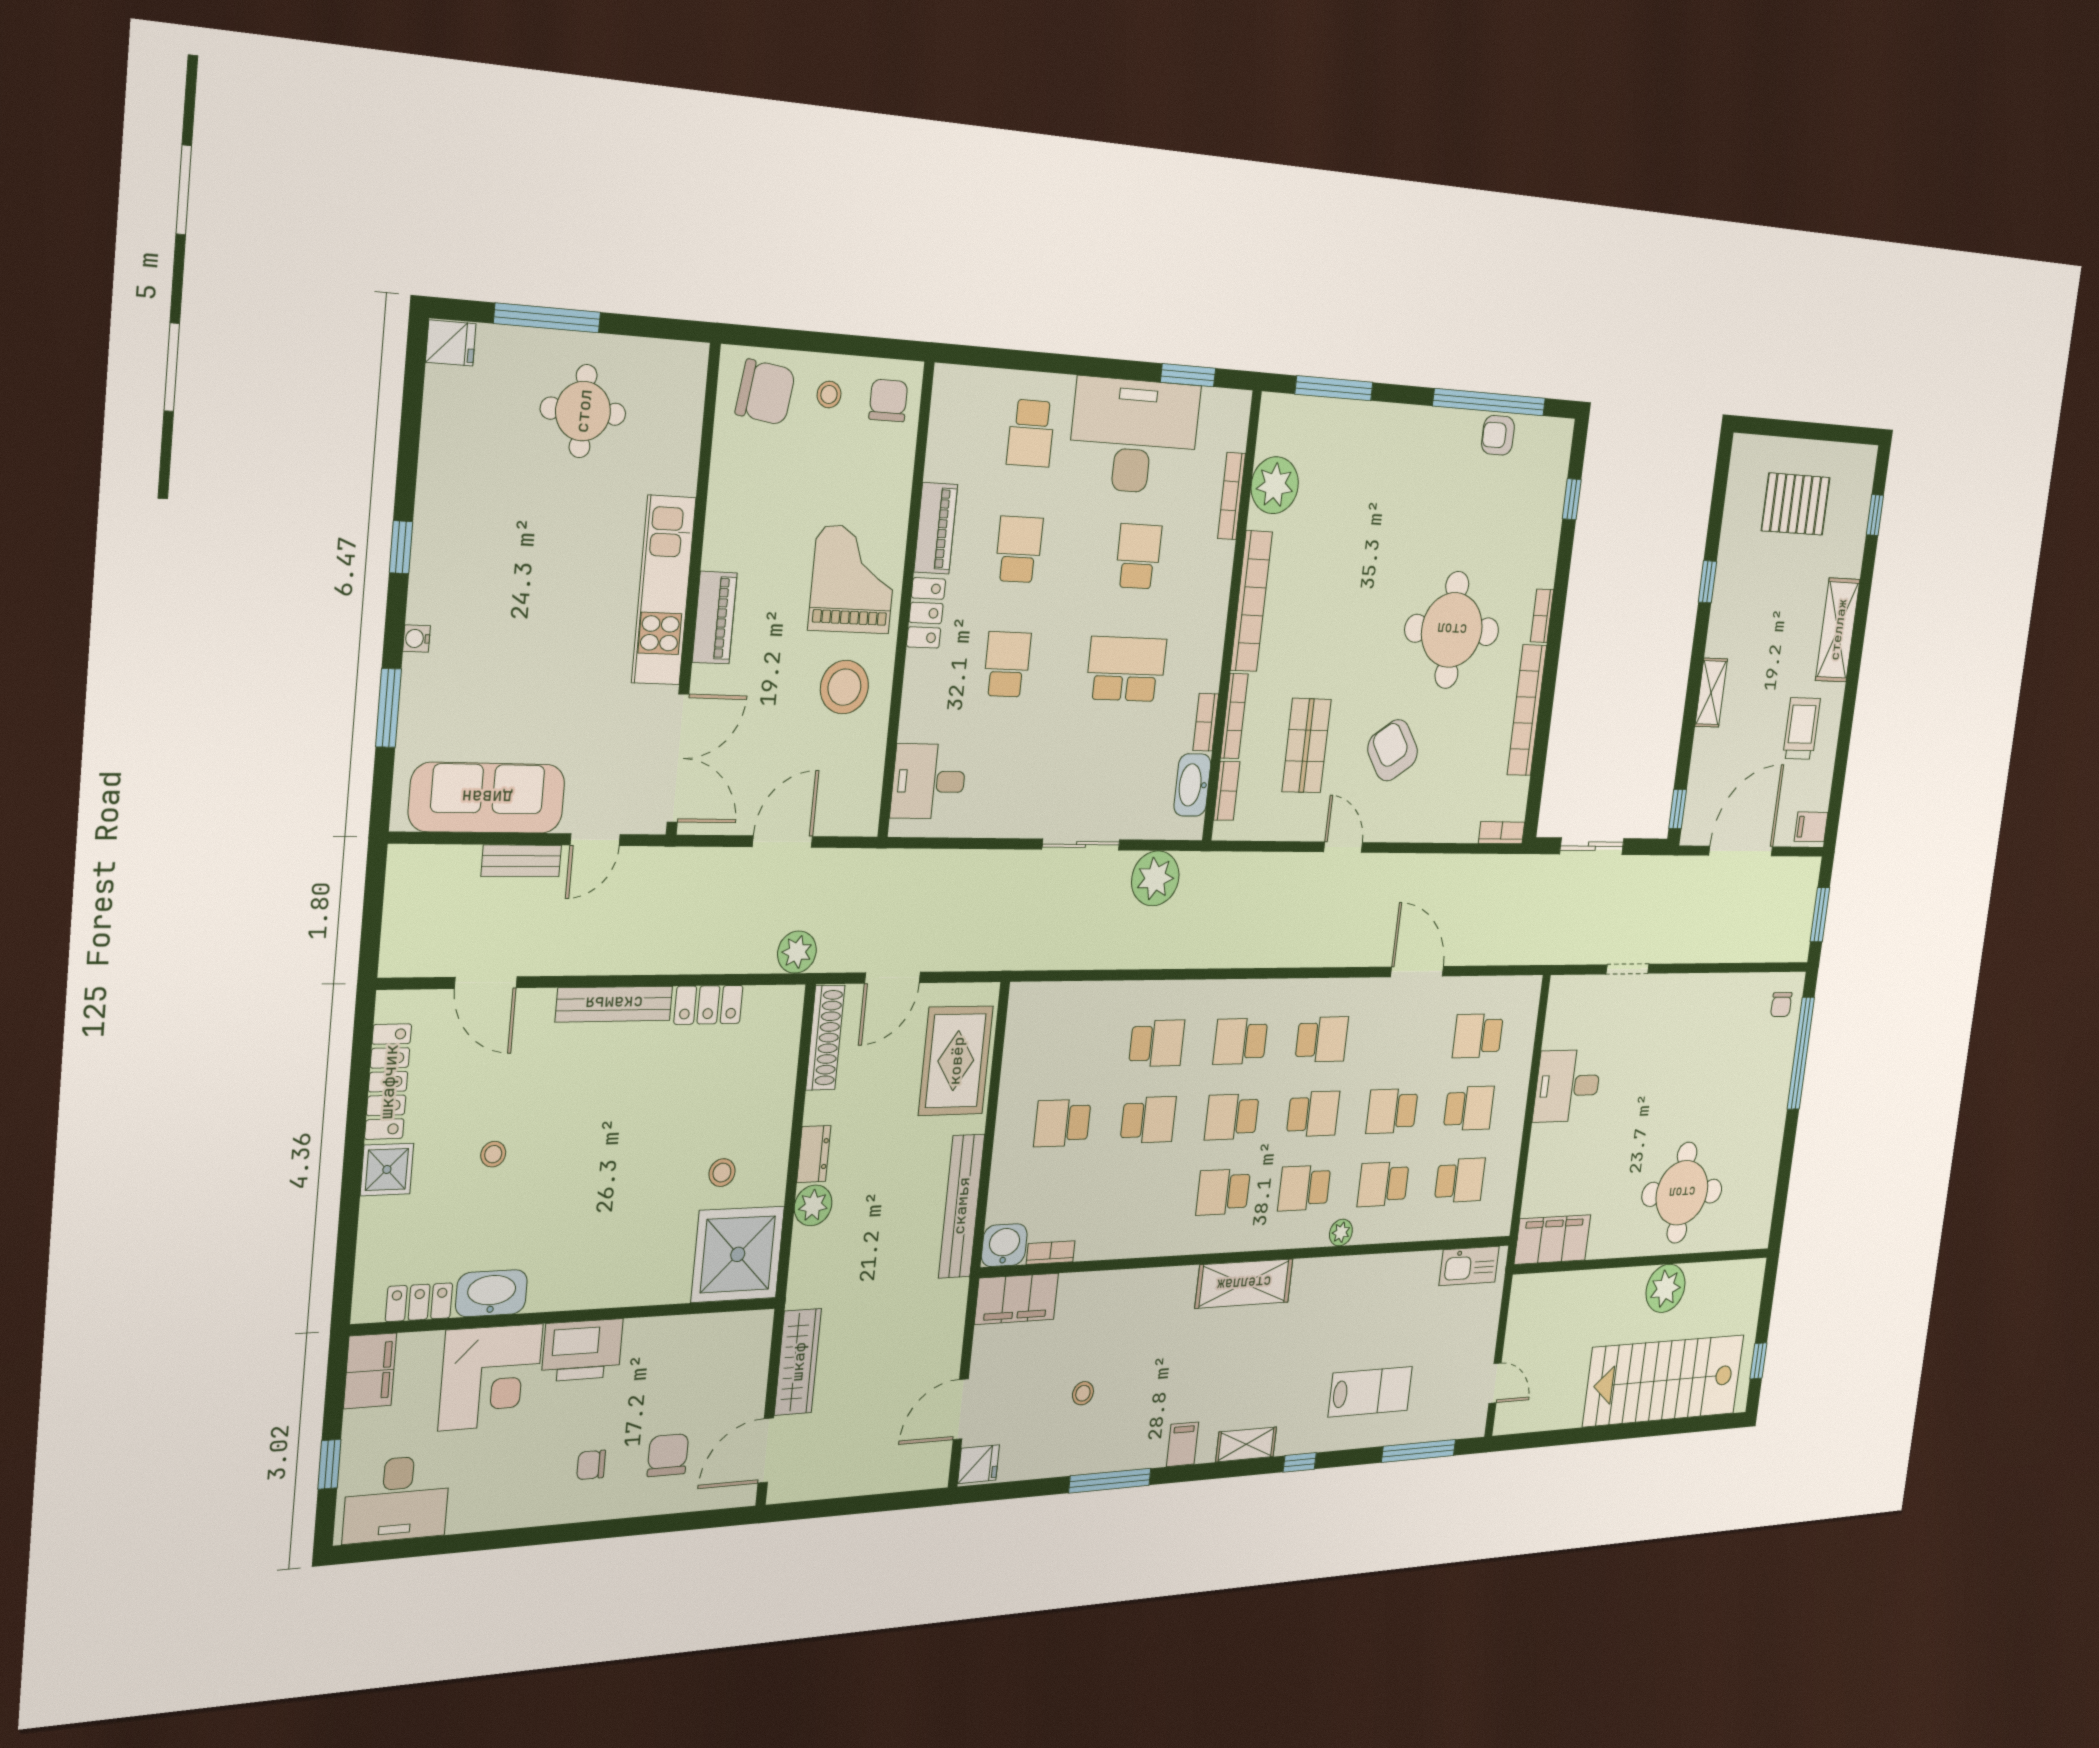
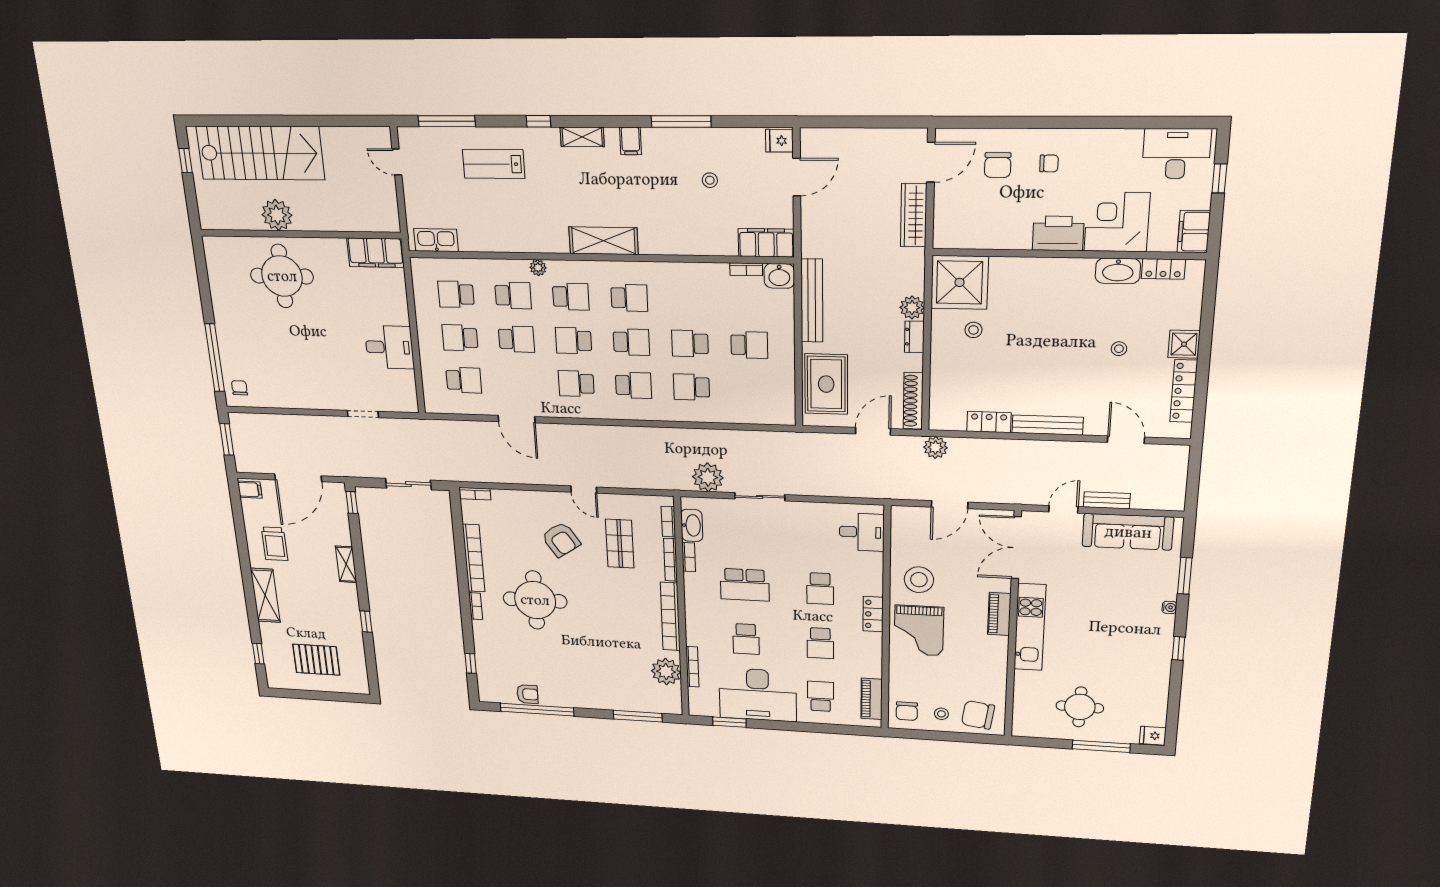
piano: (936, 528) -> (872, 699), moved

